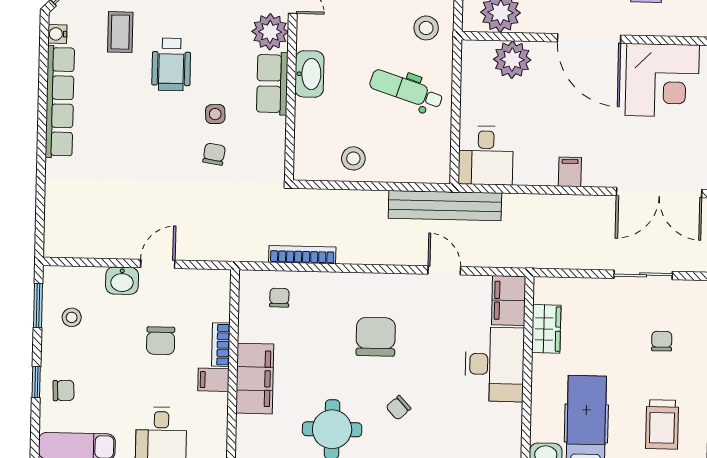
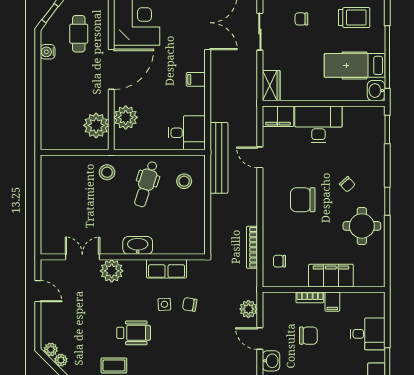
row of seats: (272, 84) -> (167, 269), moved
stool: (353, 158) -> (184, 181), moved
plant: (205, 247) -> (248, 309), added
door: (444, 270) -> (260, 157), hinge flipped
wardrobe: (546, 329) -> (271, 86), moved, turned 90

